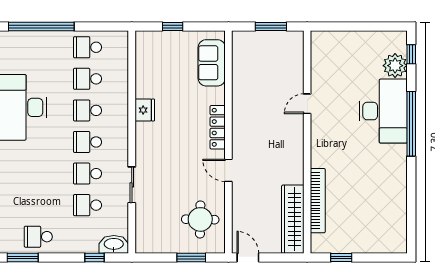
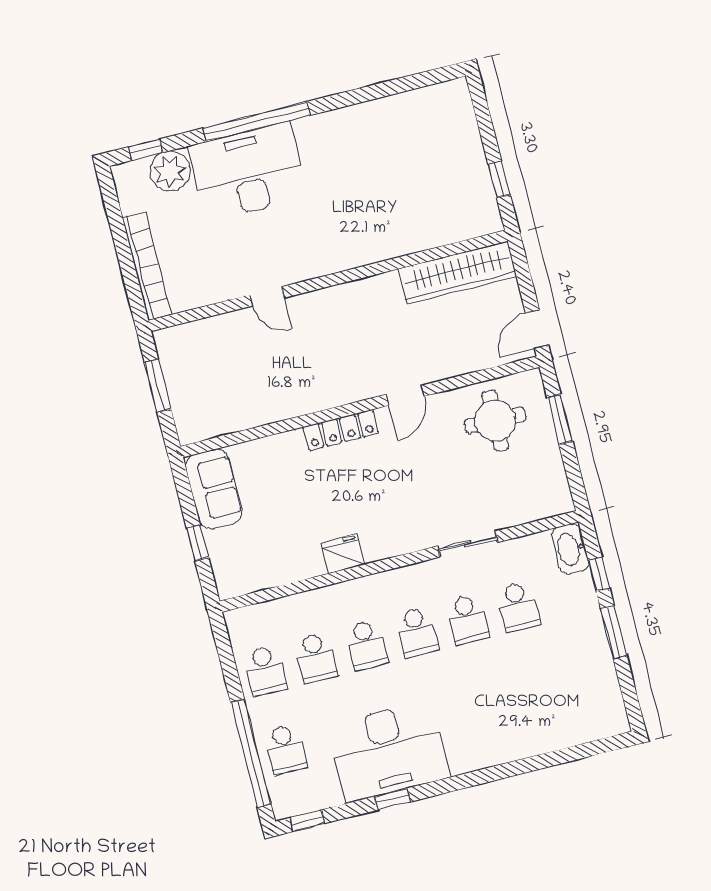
sofa: (212, 63) -> (214, 489), moved, turned -90
bookcase: (318, 201) -> (147, 266), moved, turned 90
school desk: (38, 237) -> (285, 749), moved
window: (23, 258) -> (614, 632), moved

